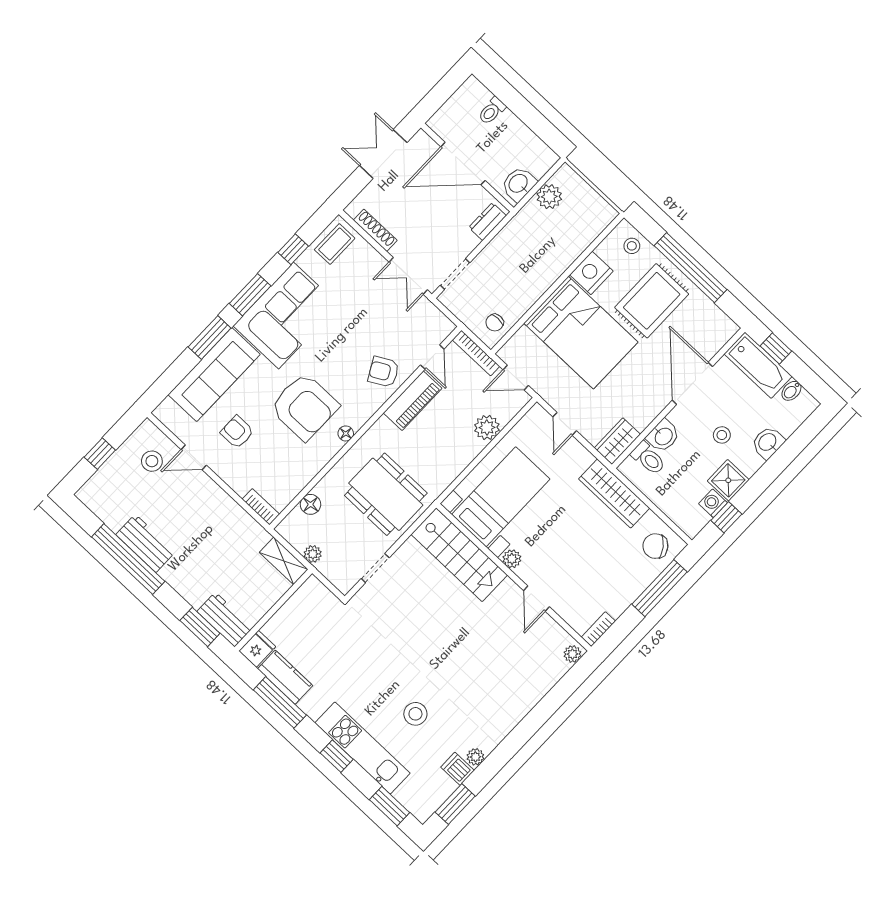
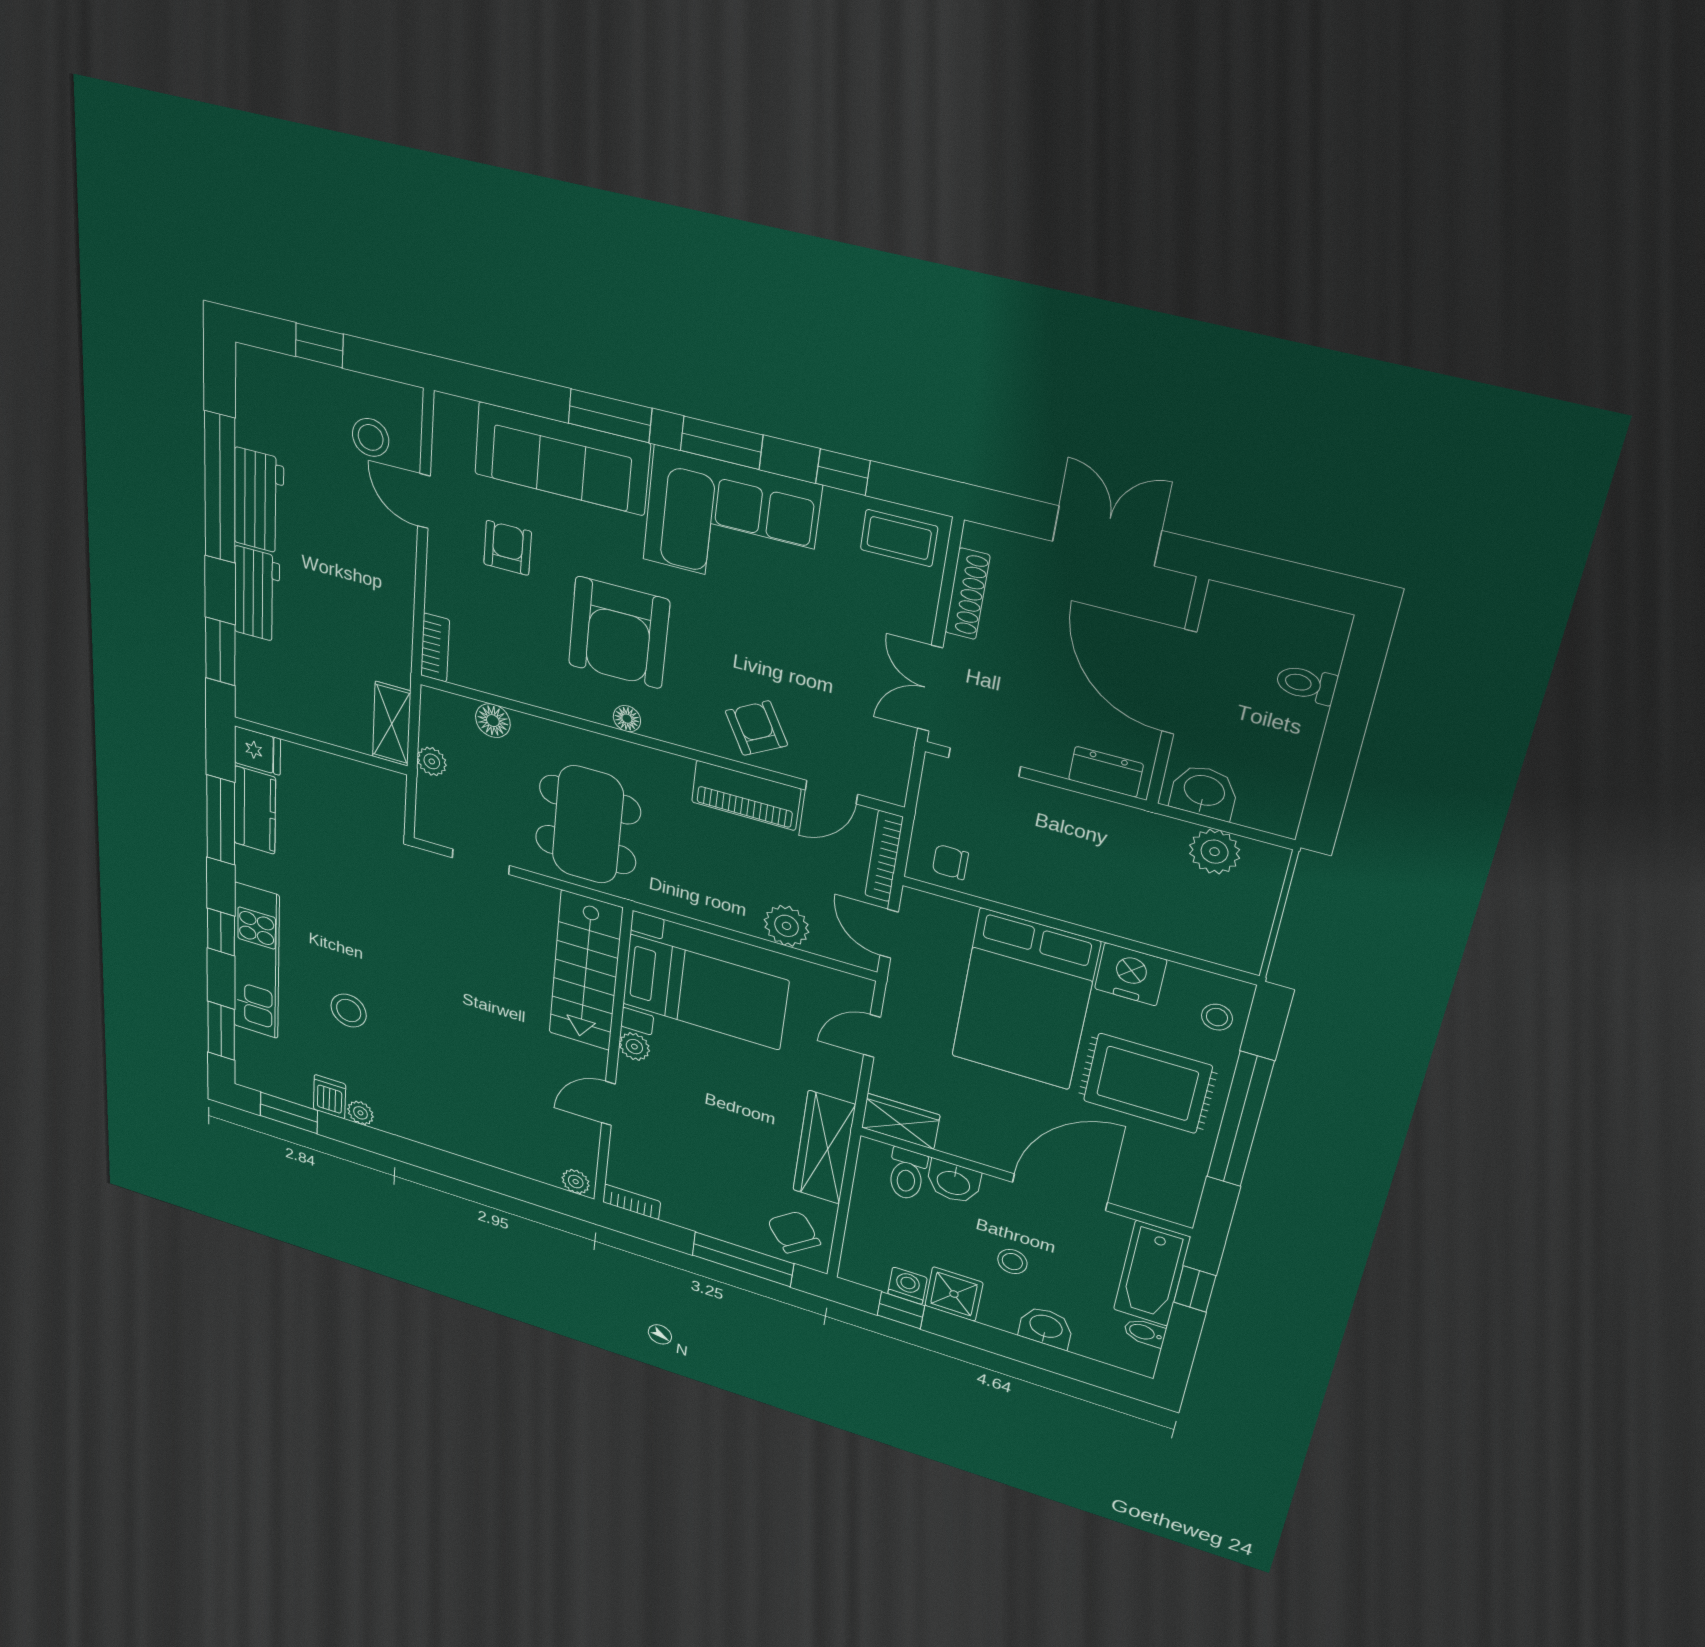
workbench: (225, 620) -> (257, 594), moved

